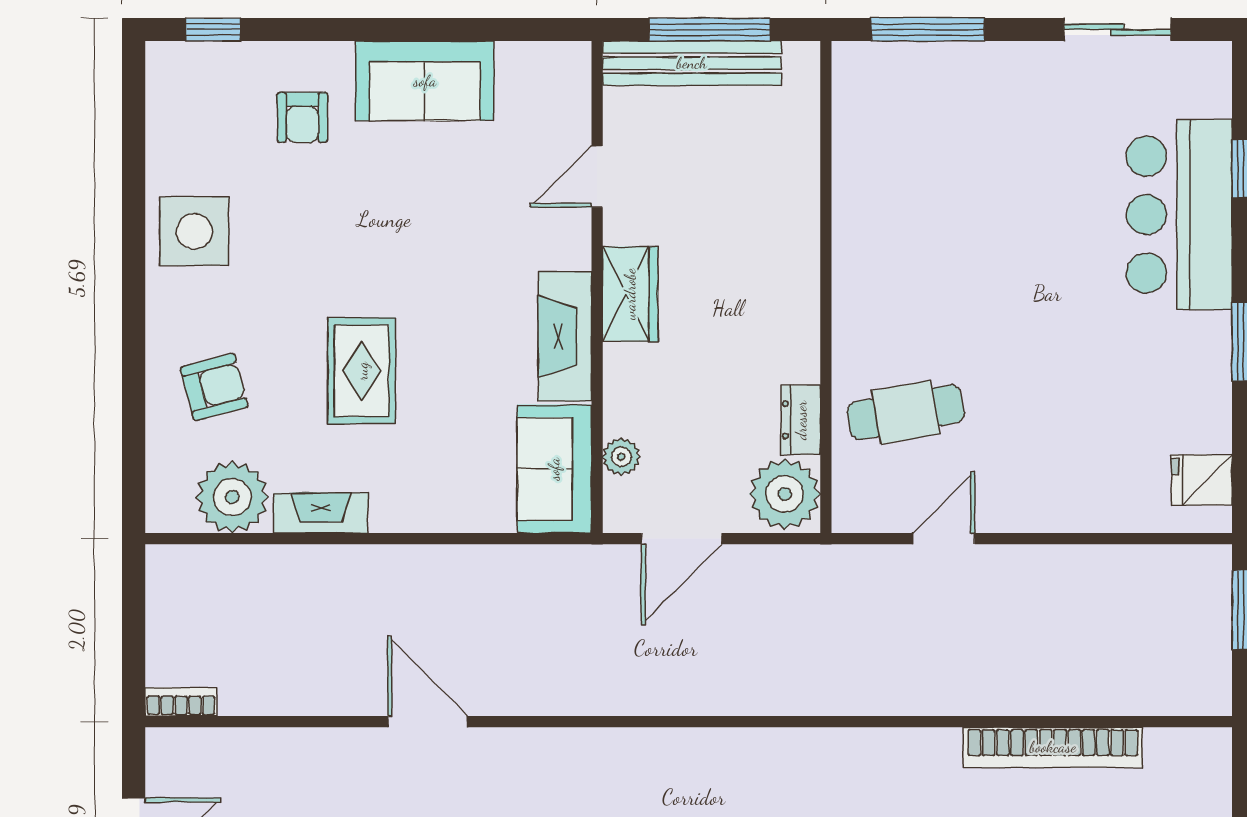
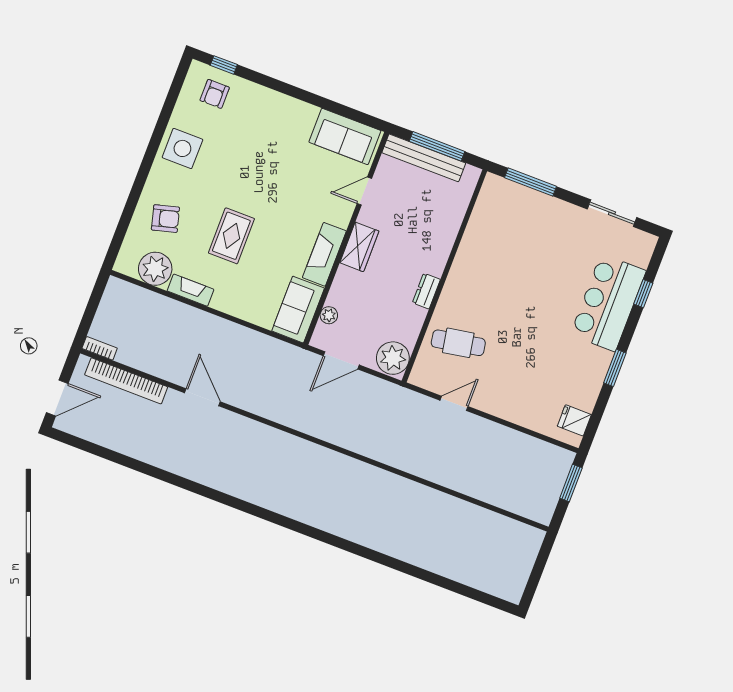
sofa: (425, 81) -> (345, 136), moved
armchair: (302, 117) -> (215, 94), moved
dresser: (801, 420) -> (426, 291), moved
bookcase: (1053, 747) -> (126, 381), moved

